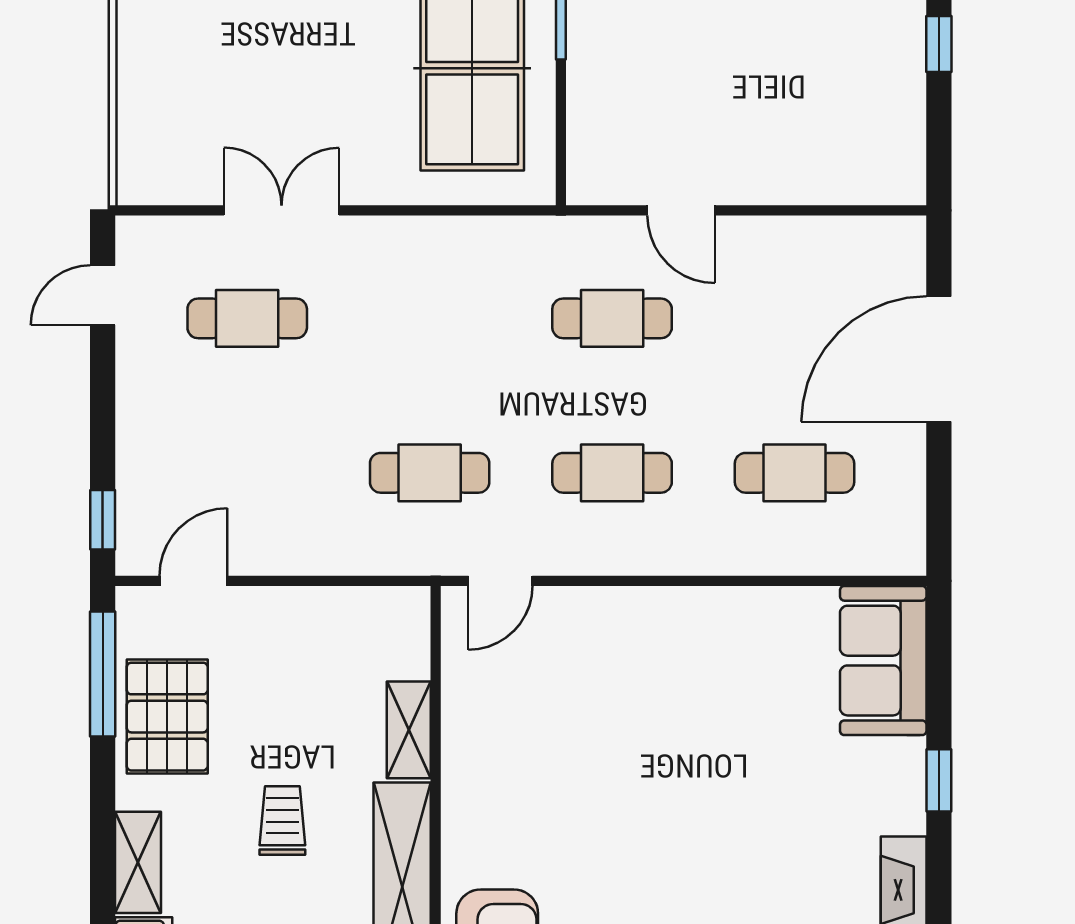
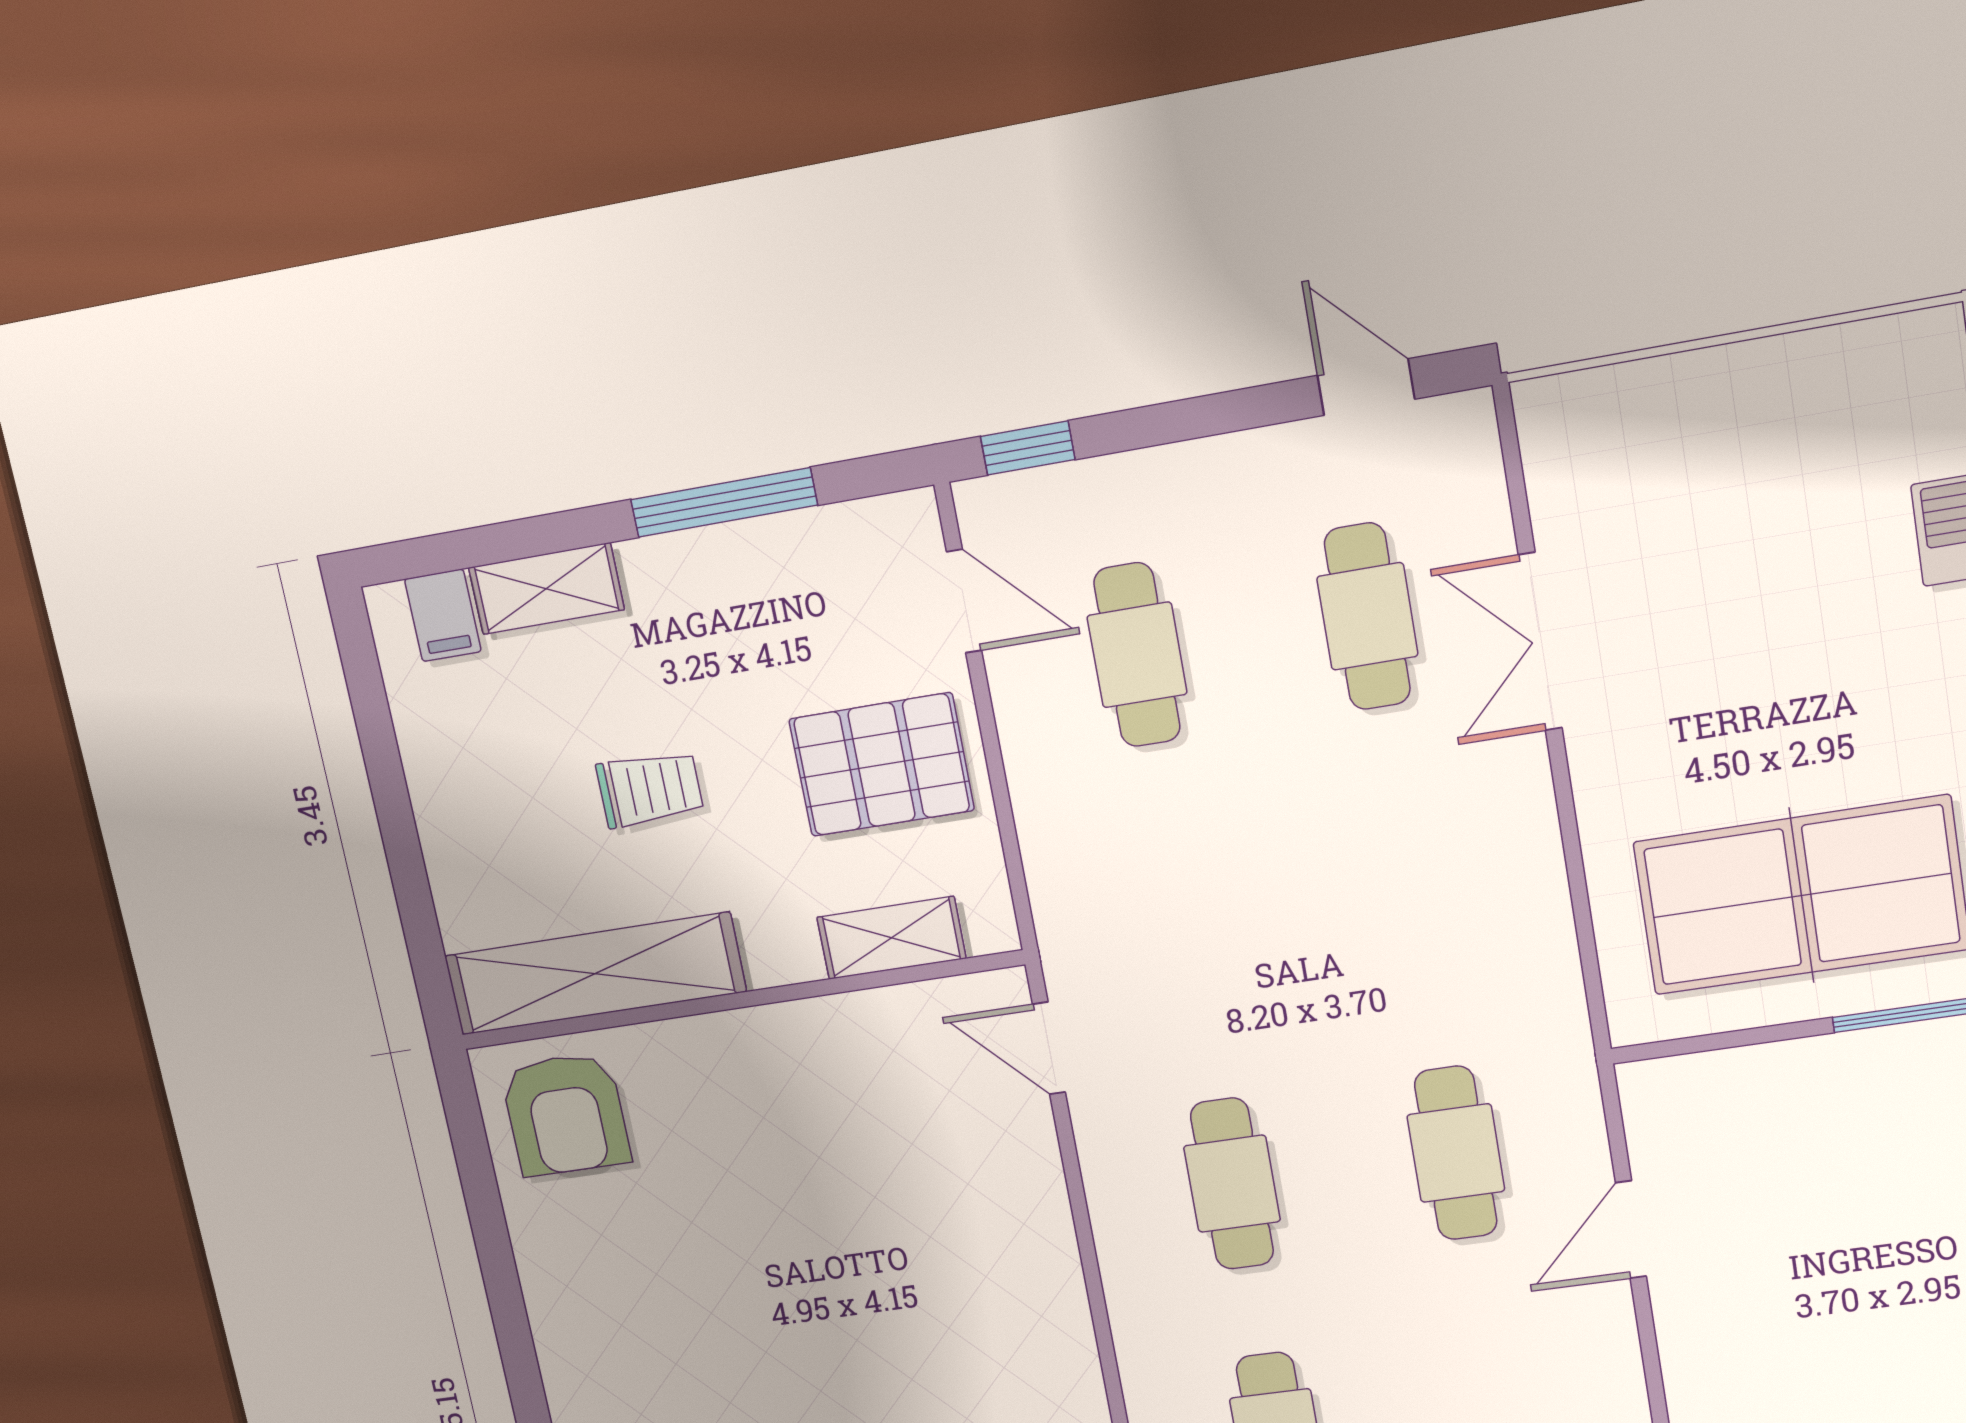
double door: (282, 210) -> (1540, 642), swing flipped
cafe table: (430, 473) -> (1137, 655), moved
window: (103, 674) -> (724, 502), moved
pallet: (167, 717) -> (882, 765), moved
shelving: (409, 730) -> (891, 938), moved

